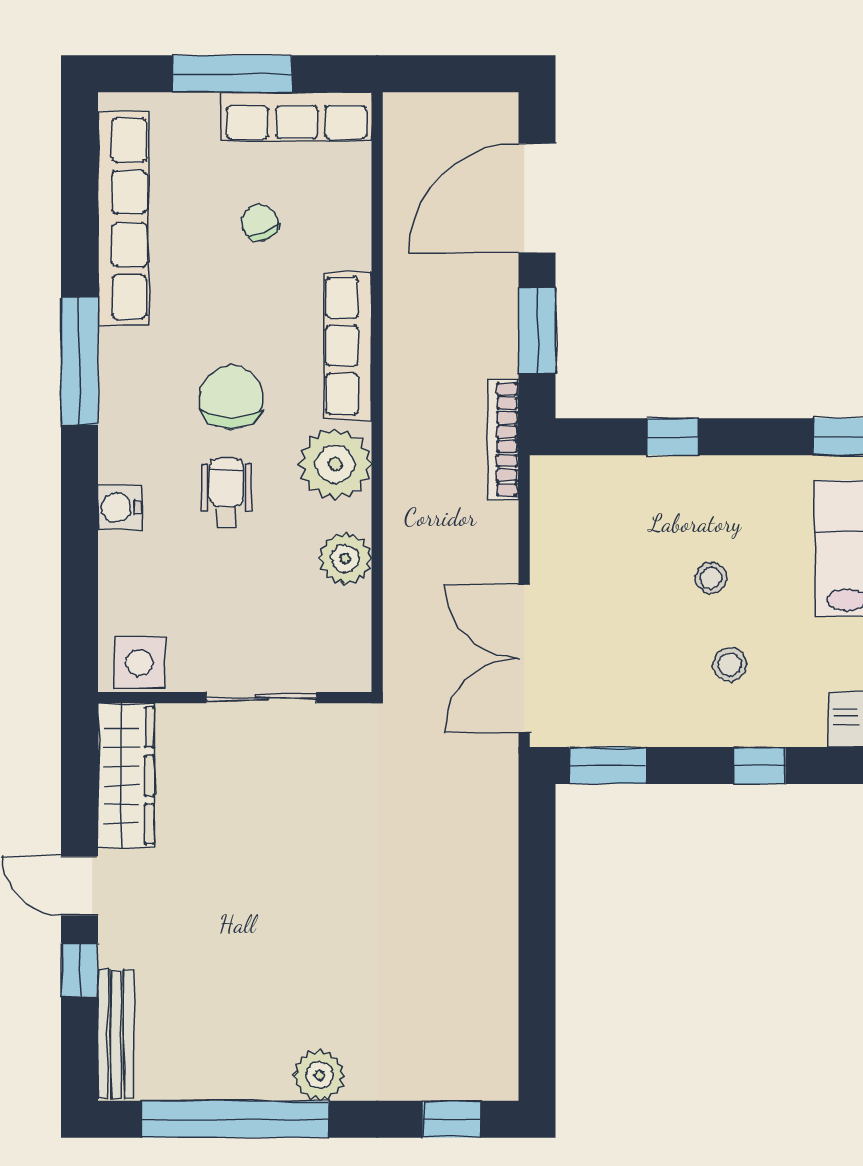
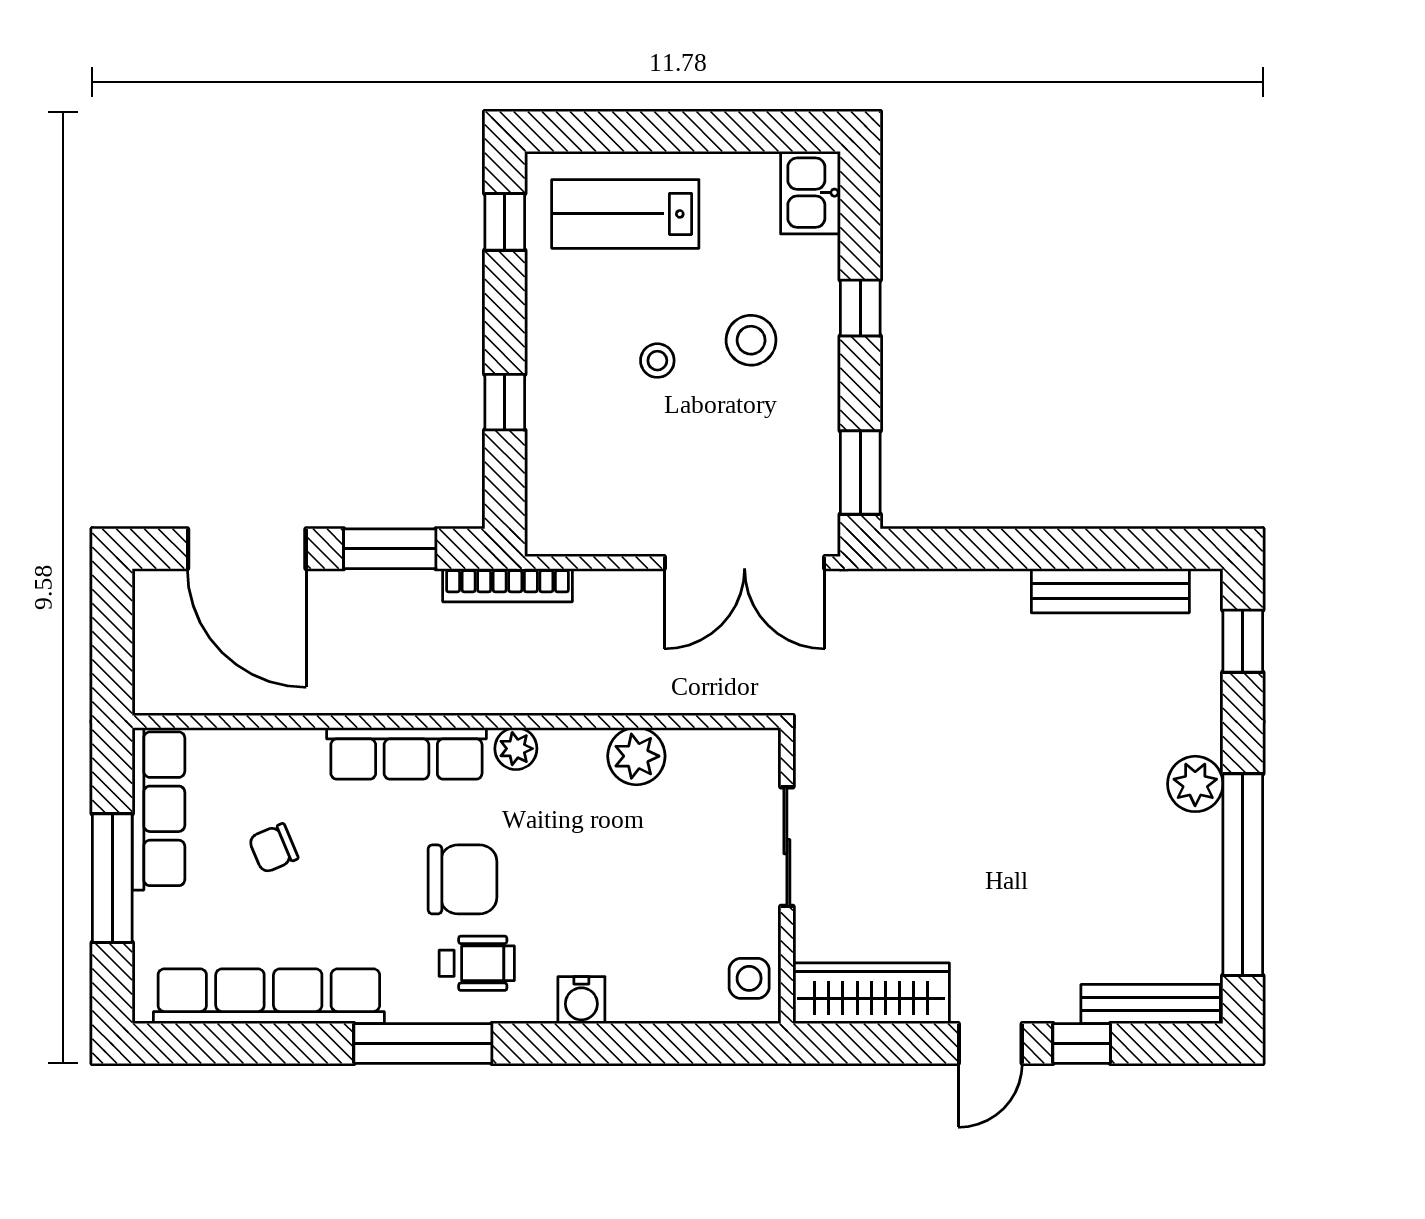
chair: (231, 398) -> (463, 879), turned 180
plant: (335, 464) -> (516, 749), width x0.53, depth x0.53
wheelchair: (227, 493) -> (477, 963), moved, turned 180
side table: (140, 663) -> (749, 978), width x0.73, depth x0.73
stool: (730, 664) -> (751, 340), width x1.37, depth x1.37
bench: (498, 997) -> (1110, 591), added

